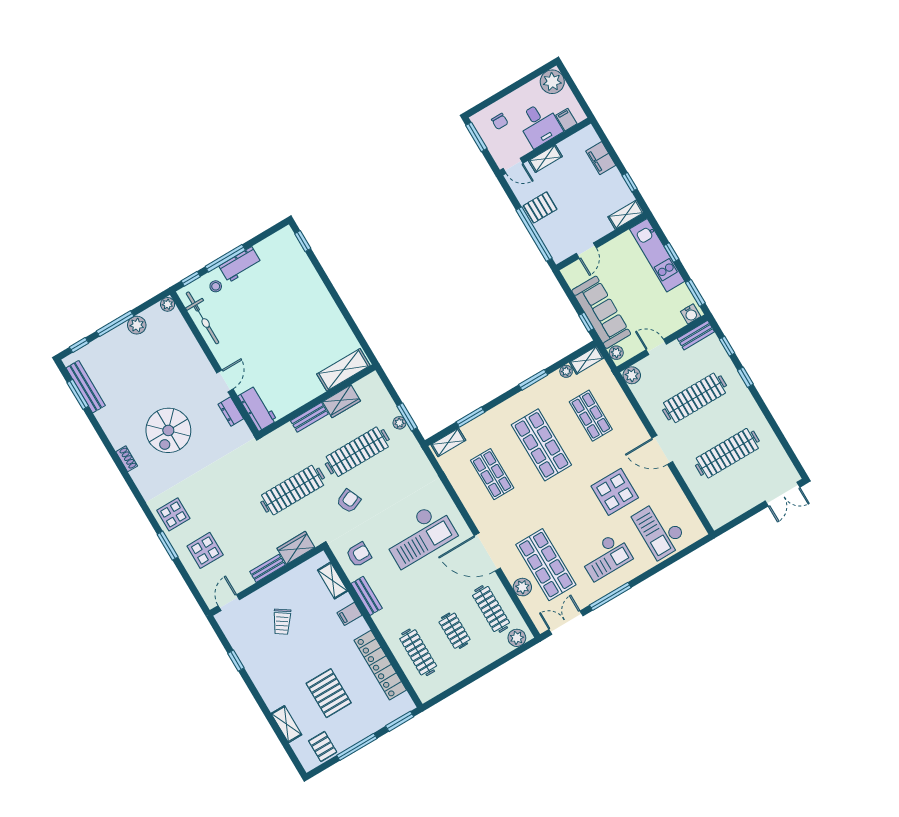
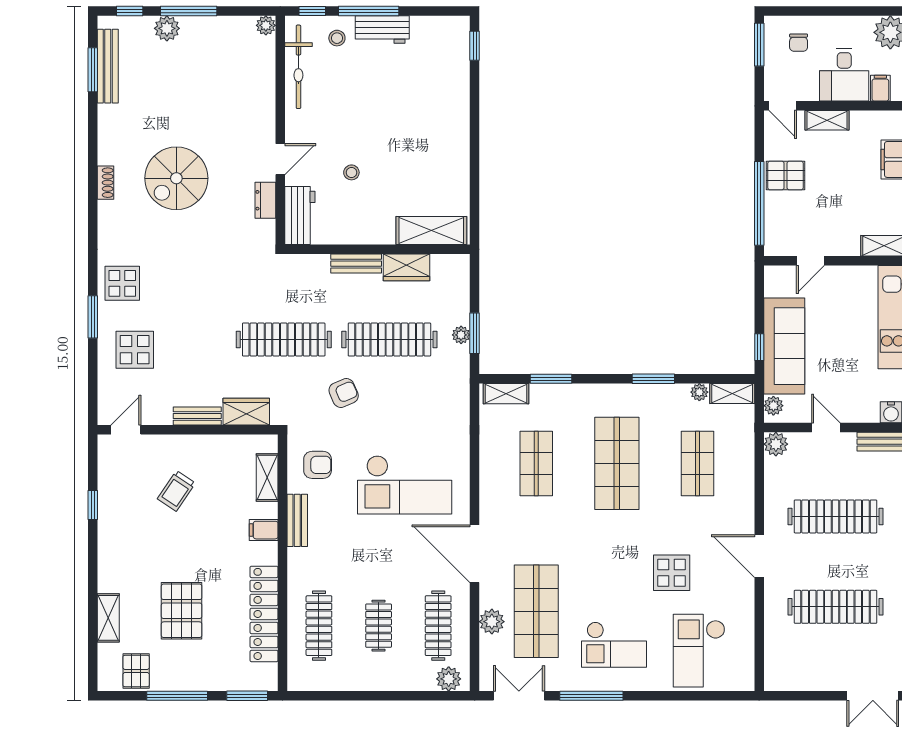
plant: (137, 325) -> (167, 28), moved
stool: (273, 363) -> (351, 172), added
display table: (615, 492) -> (672, 573), width x0.73, depth x0.73

